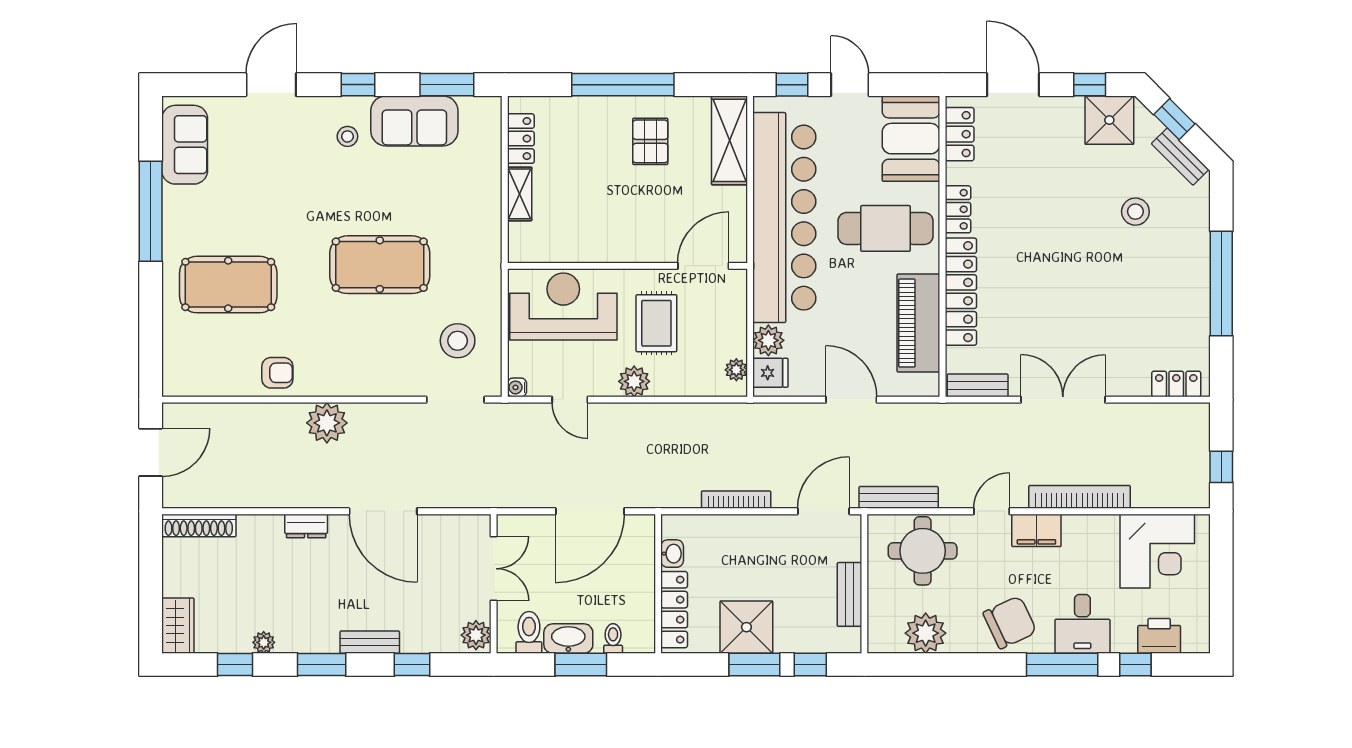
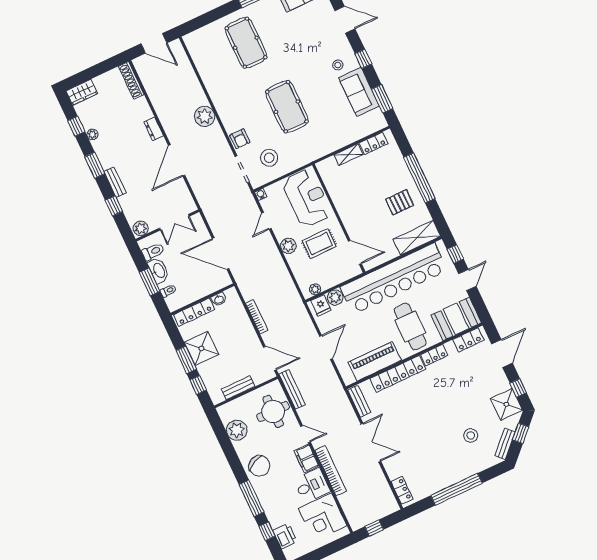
armchair: (277, 373) -> (240, 139), moved
desk: (1082, 624) -> (312, 485), moved, turned 180

